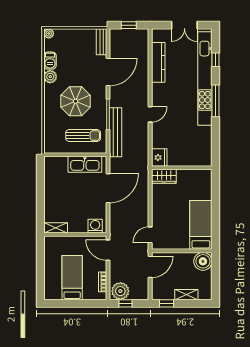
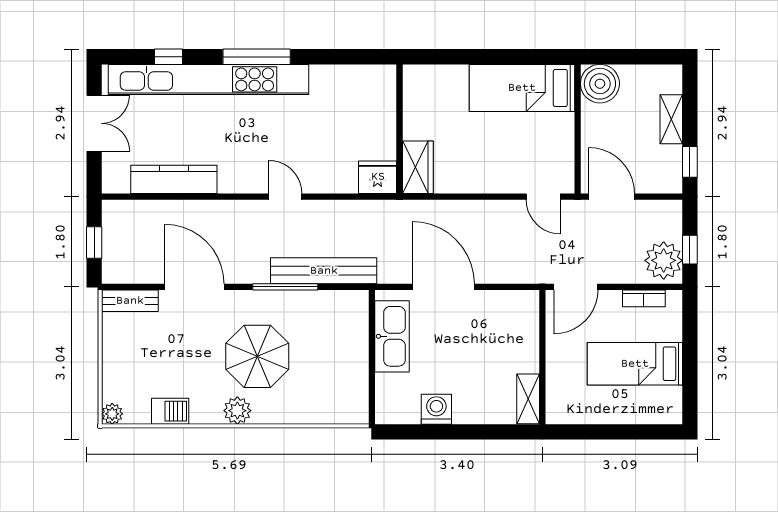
plant: (50, 77) -> (237, 411), moved
sun lounger: (83, 136) -> (331, 340), removed
washing machine: (95, 226) -> (436, 409), moved, turned 90

